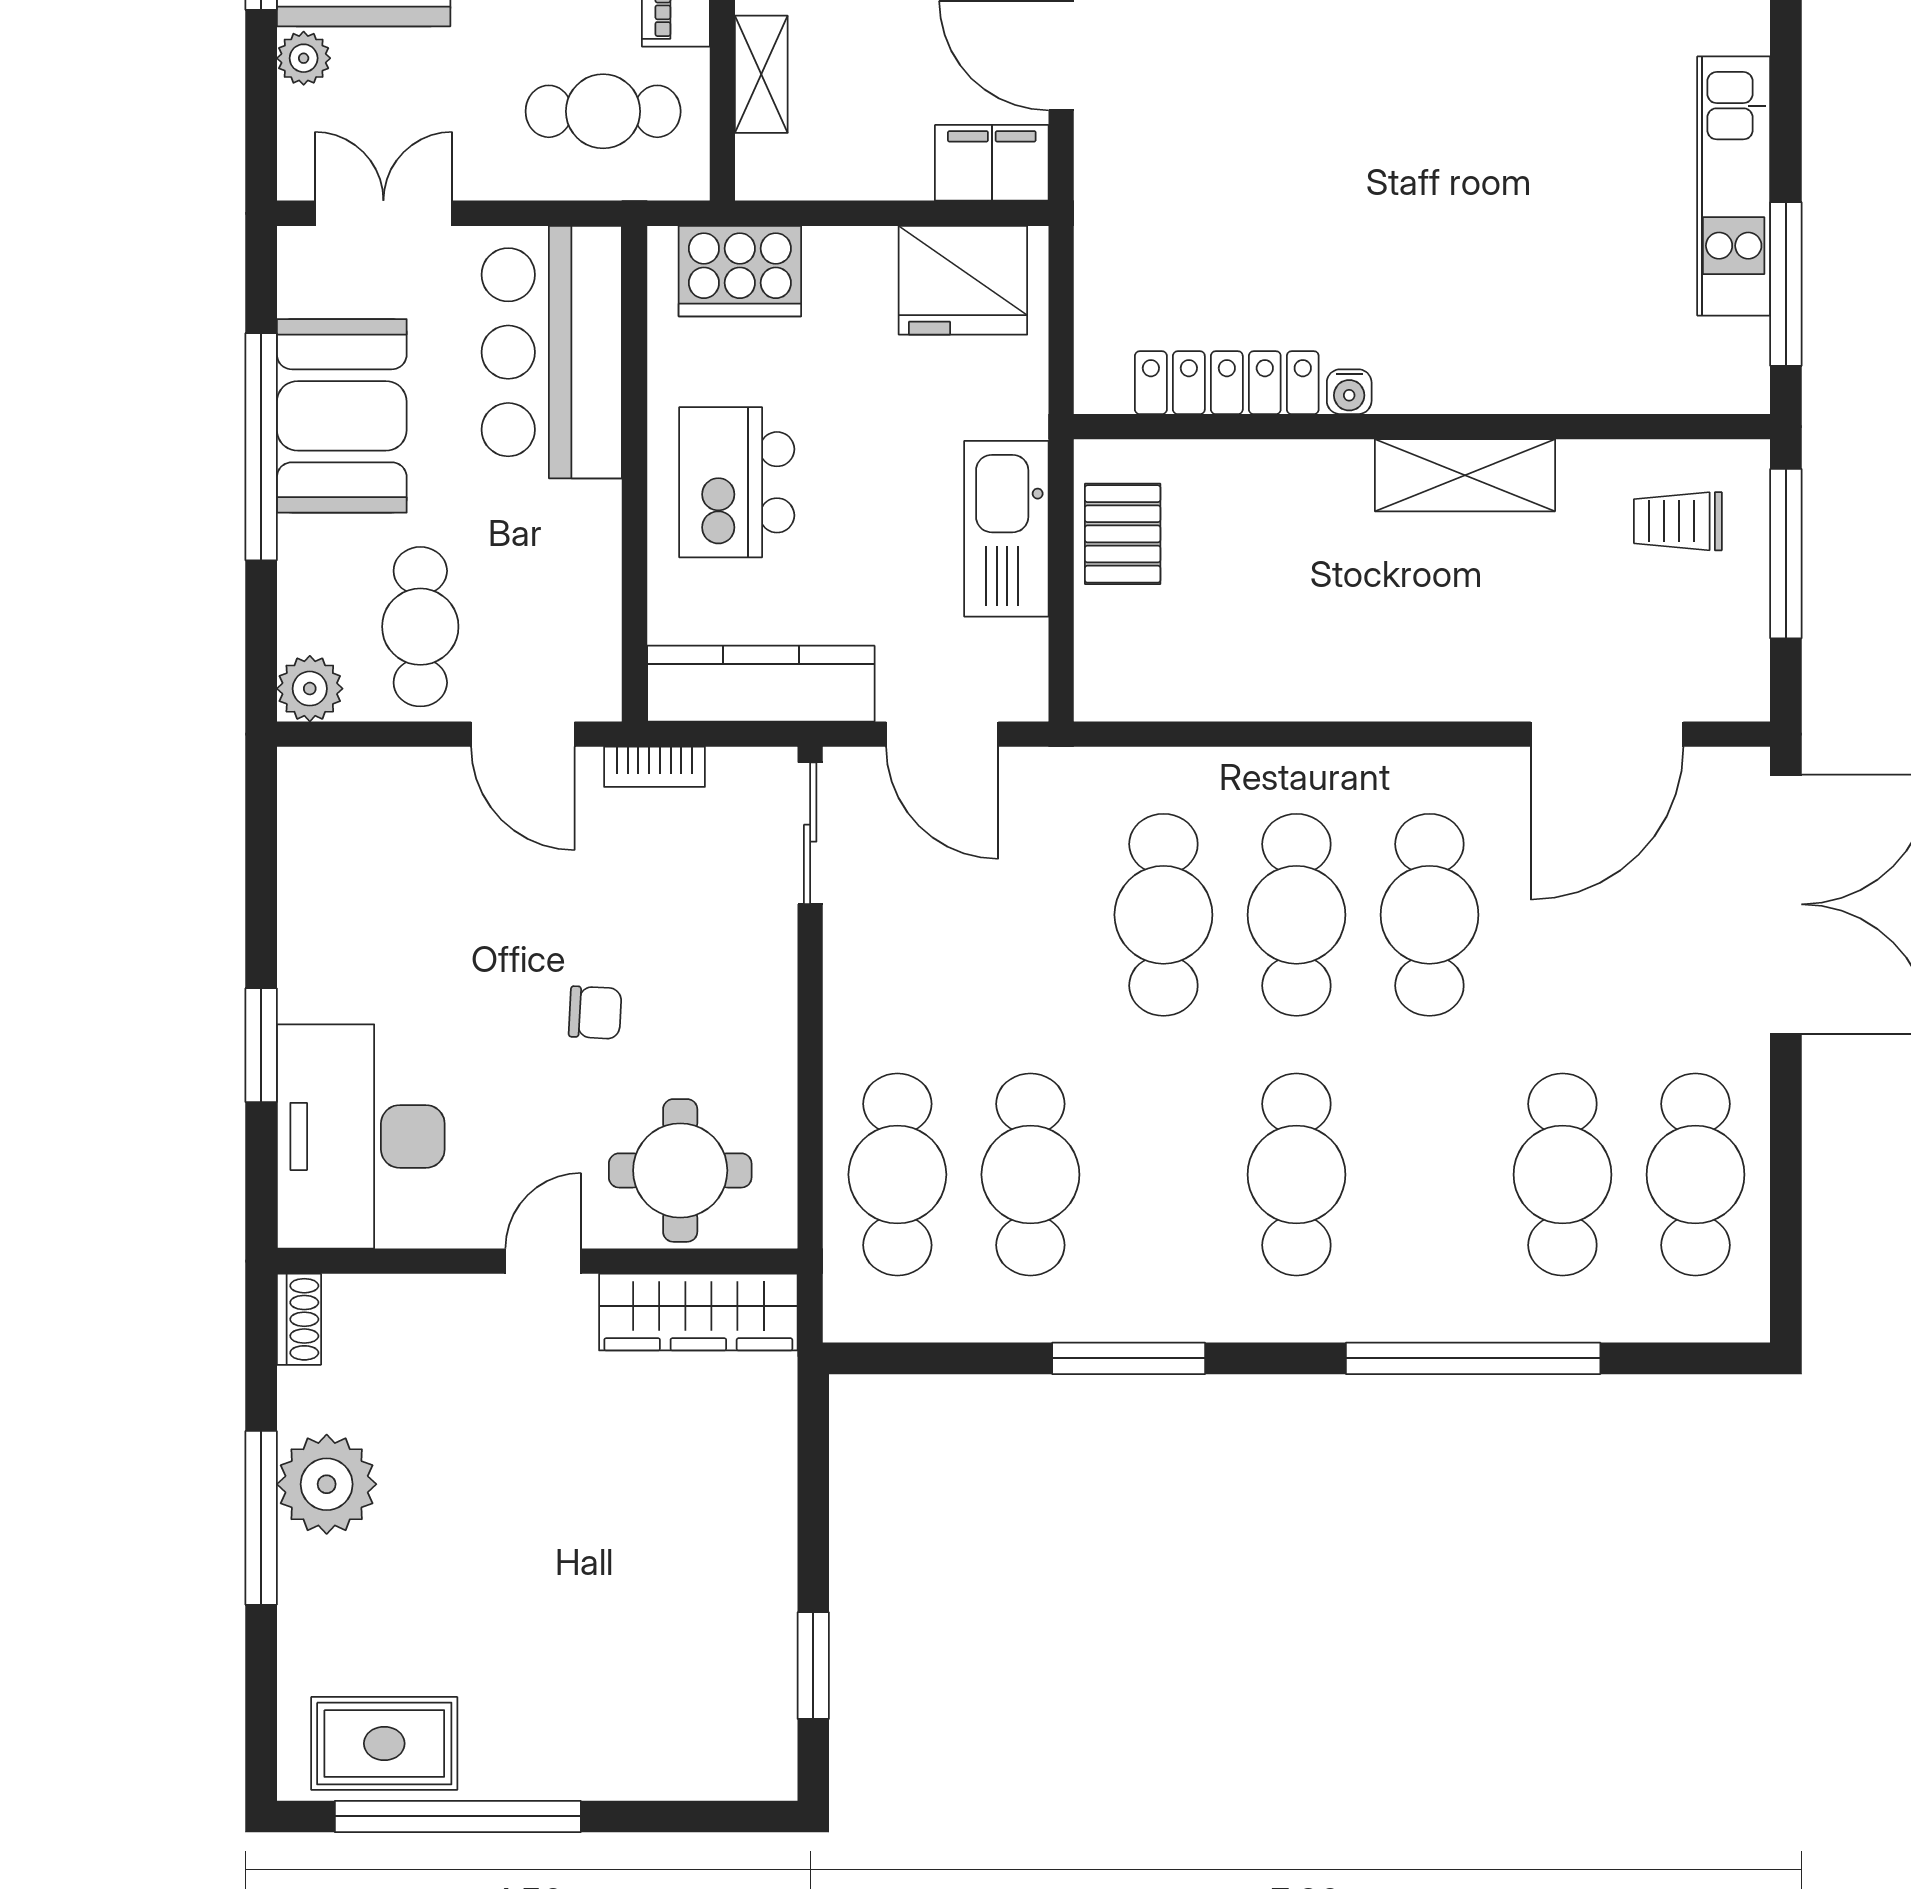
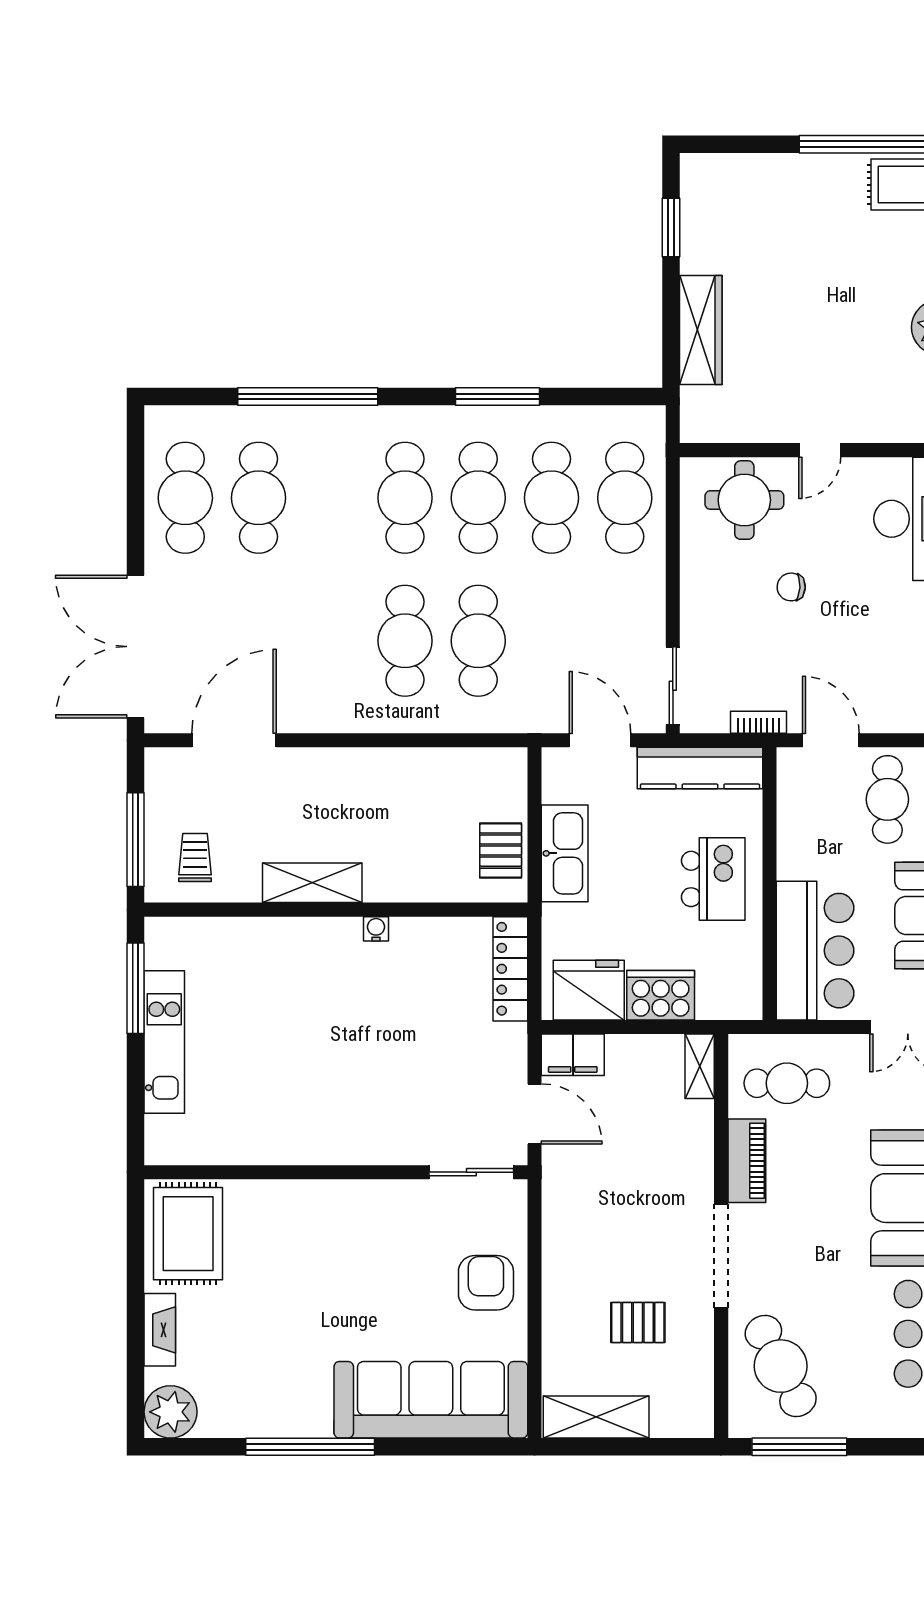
shelving: (761, 74) -> (700, 1066), moved
cooker: (740, 271) -> (661, 995), moved
locker: (1227, 383) -> (510, 969), moved, turned 90
trolley: (1678, 521) -> (195, 858), turned -90
cafe table: (1429, 915) -> (478, 498), moved
wardrobe: (698, 1312) -> (701, 330), moved, turned 90

